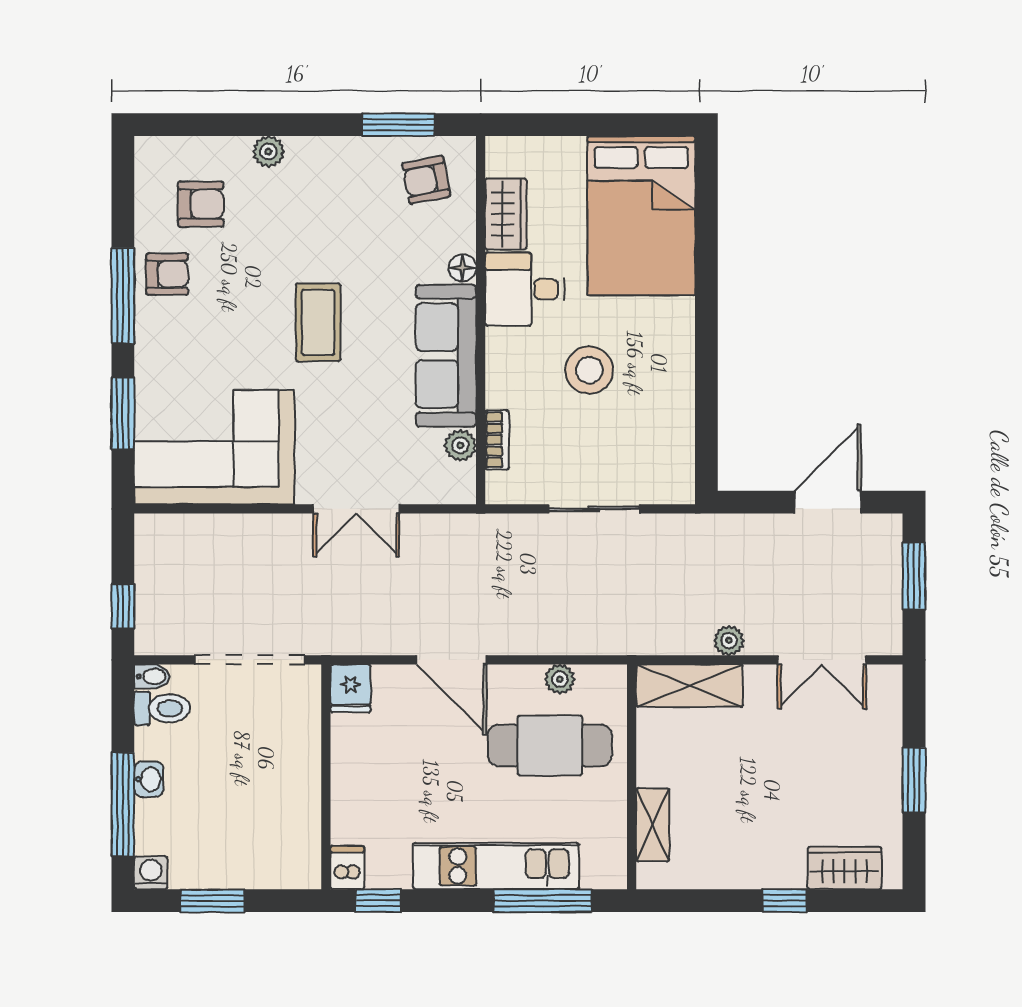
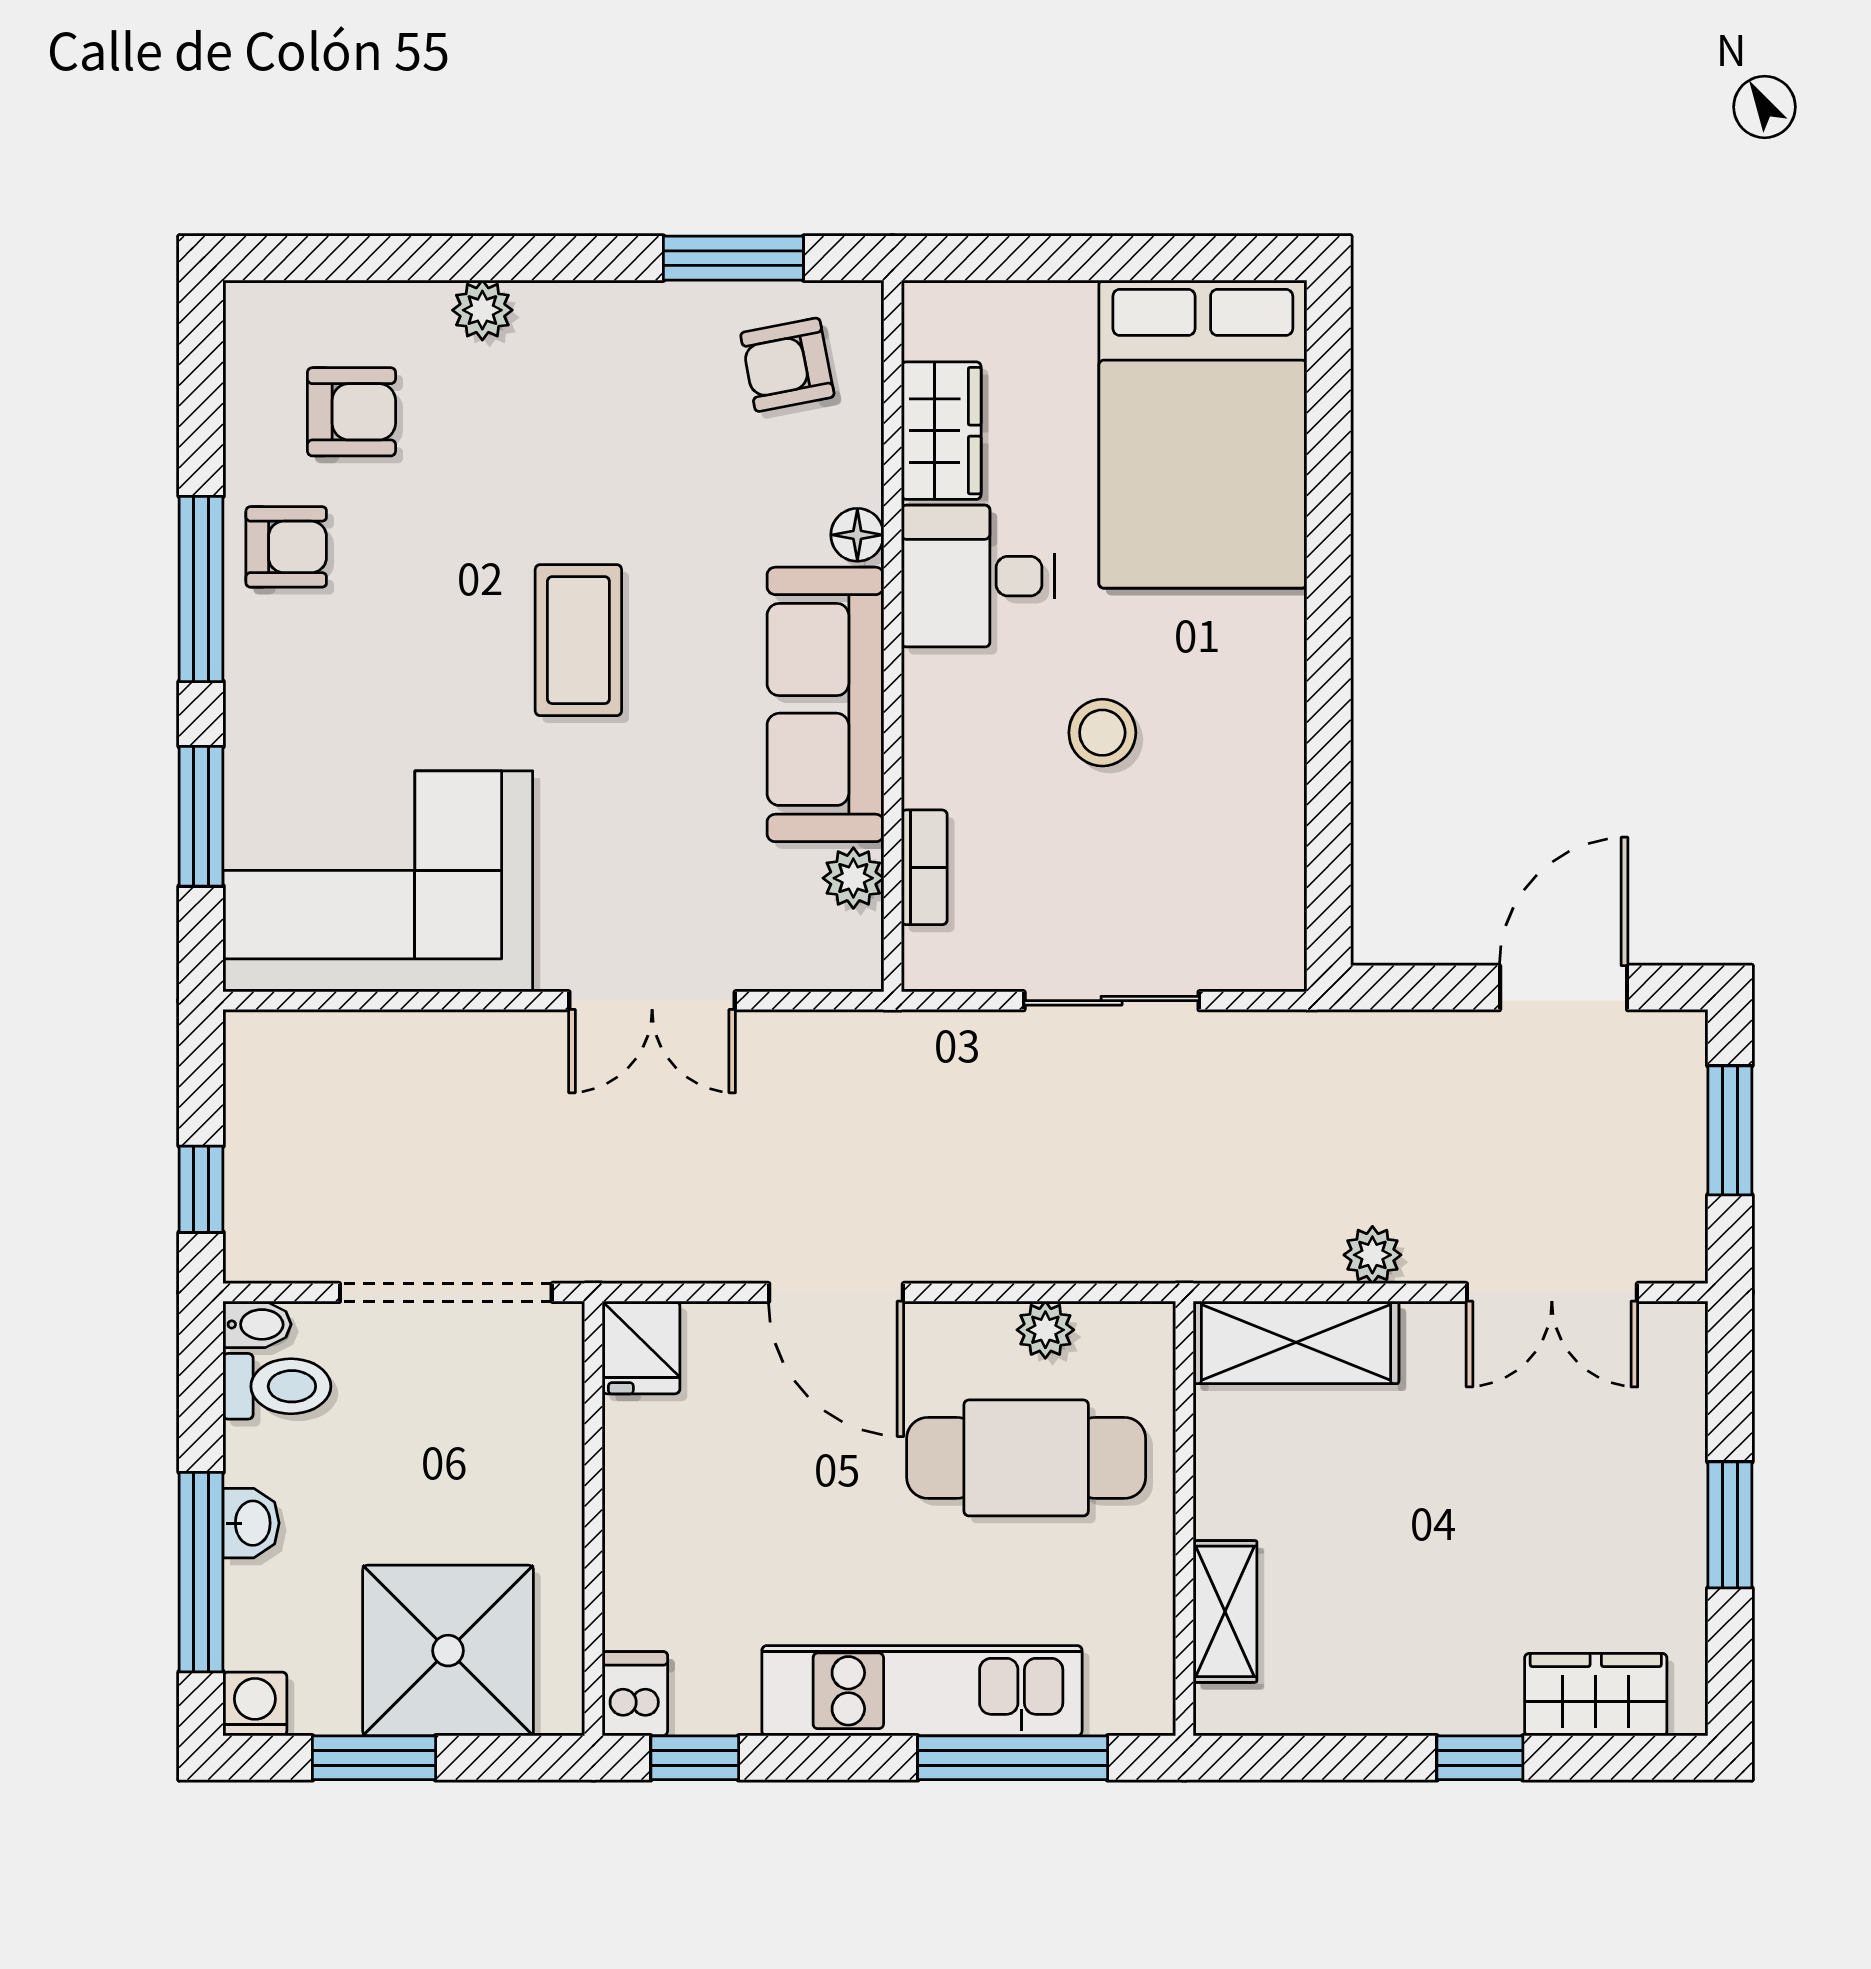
stool: (589, 370) -> (1102, 733), width x0.73, depth x0.73
shower: (251, 845) -> (448, 1651), added

